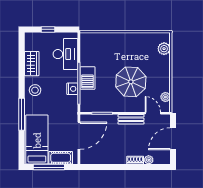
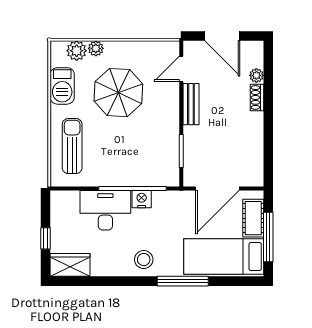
sun lounger: (105, 46) -> (72, 146), added
desk: (65, 54) -> (105, 210), moved
wardrobe: (32, 64) -> (70, 265), moved
barbecue: (87, 78) -> (62, 86), moved, turned 90
parasol: (131, 82) -> (118, 93), moved
plant: (165, 97) -> (96, 48), moved
door: (79, 136) -> (217, 189), swing flipped

